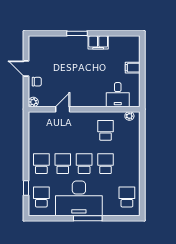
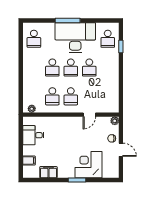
filing cabinet: (98, 42) -> (48, 172), moved
corner desk: (64, 51) -> (89, 165), added
filing cabinet: (133, 68) -> (29, 161), moved
desk: (118, 95) -> (33, 135), moved, turned -90
school desk: (41, 164) -> (71, 96), moved

